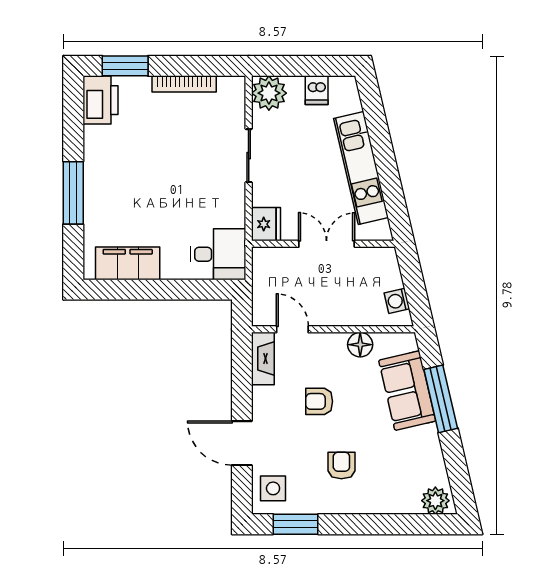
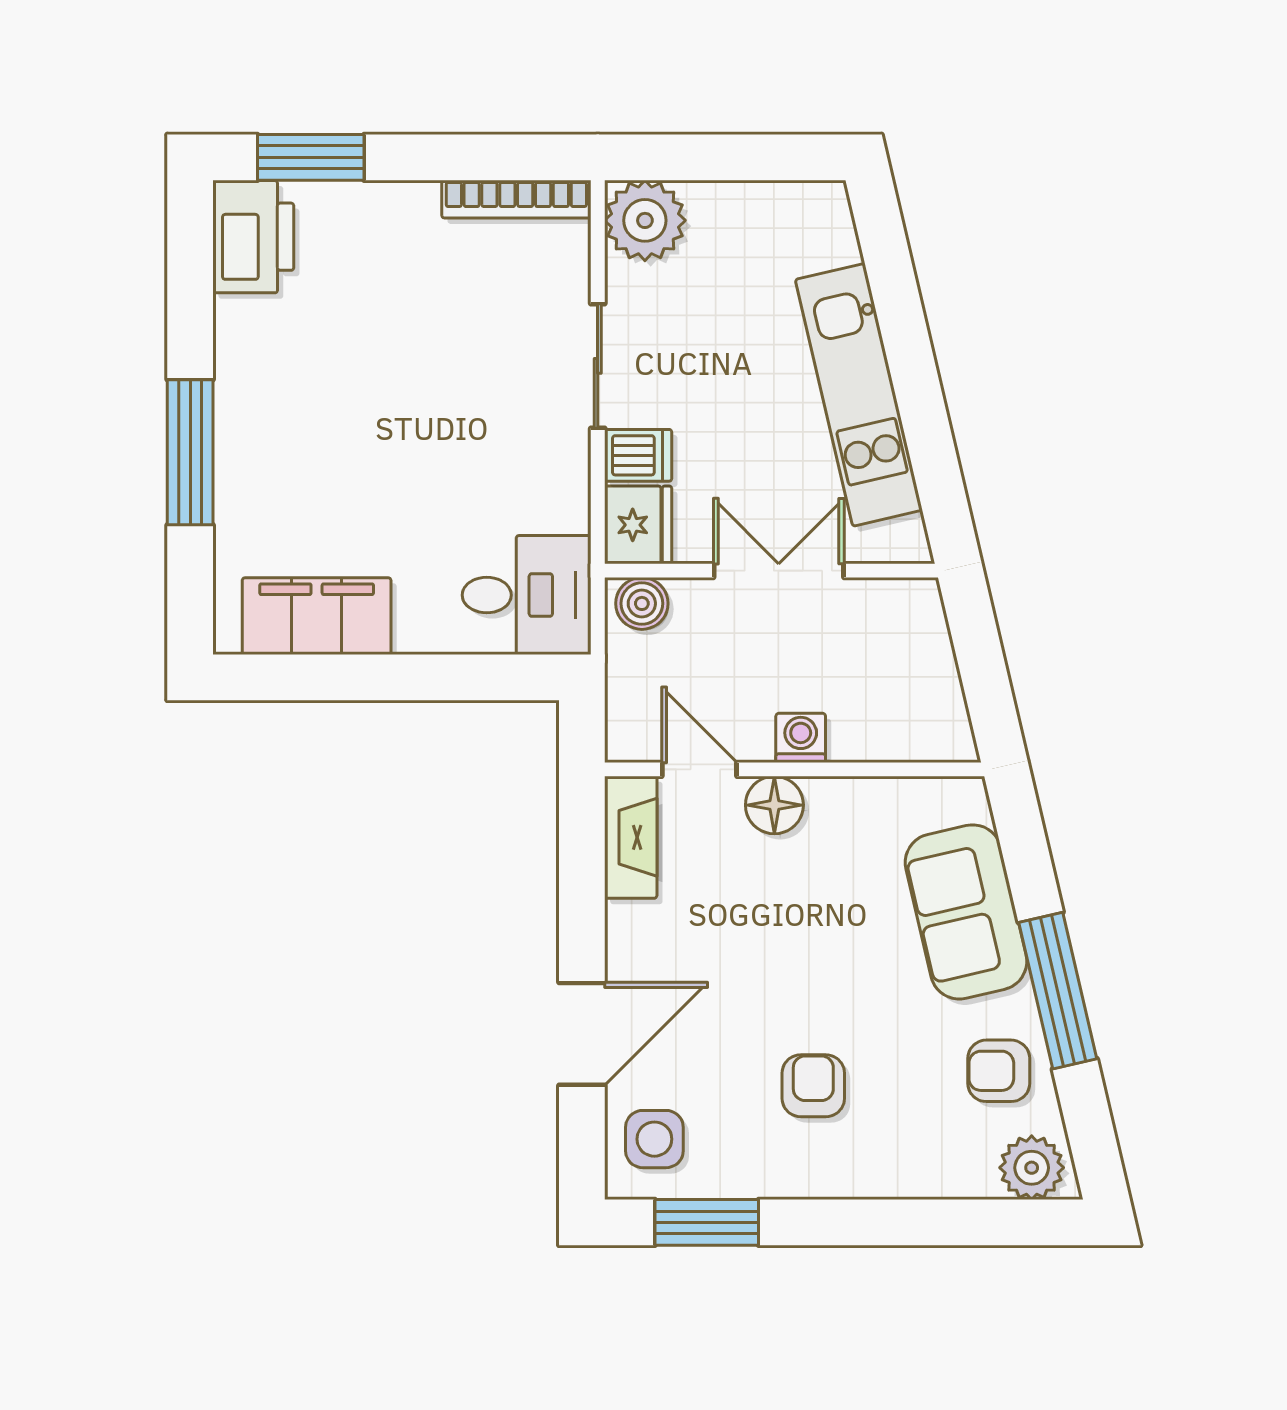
bookcase: (184, 84) -> (516, 199), moved
dishwasher: (317, 90) -> (638, 455), moved, turned -90
boiler: (268, 258) -> (642, 603), added
washing machine: (397, 301) -> (801, 738), moved, turned 103
floor lamp: (360, 345) -> (774, 805), moved
window: (441, 399) -> (1058, 991), moved
armchair: (319, 401) -> (999, 1071), moved
door: (242, 443) -> (582, 1034), swing flipped

